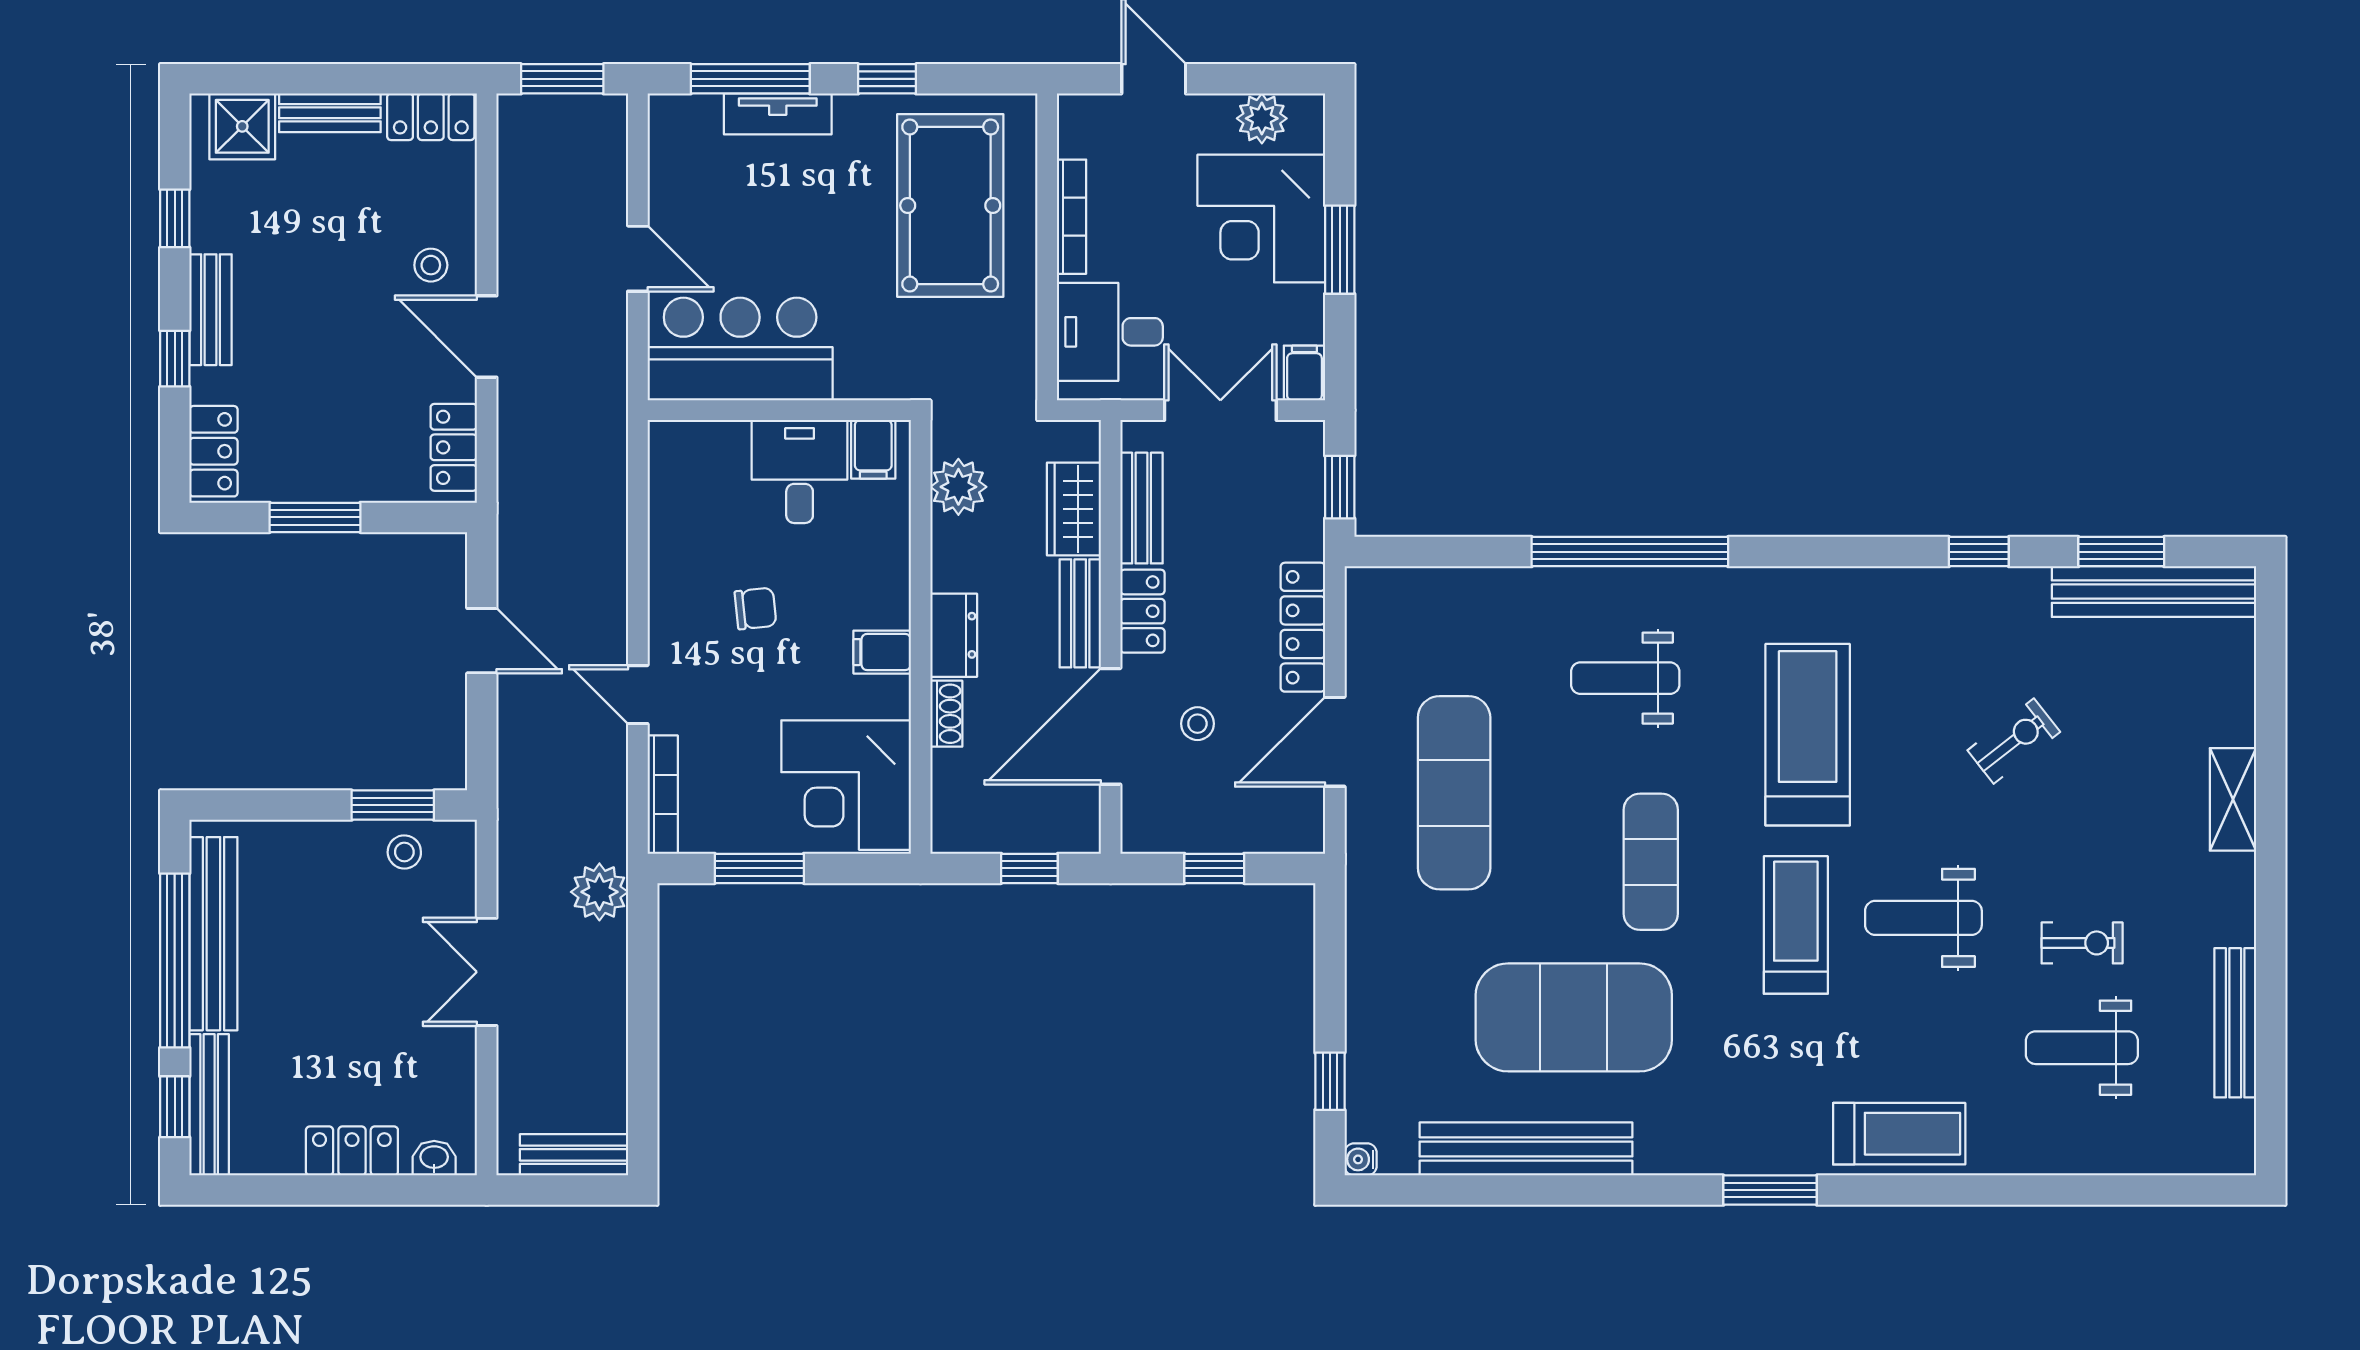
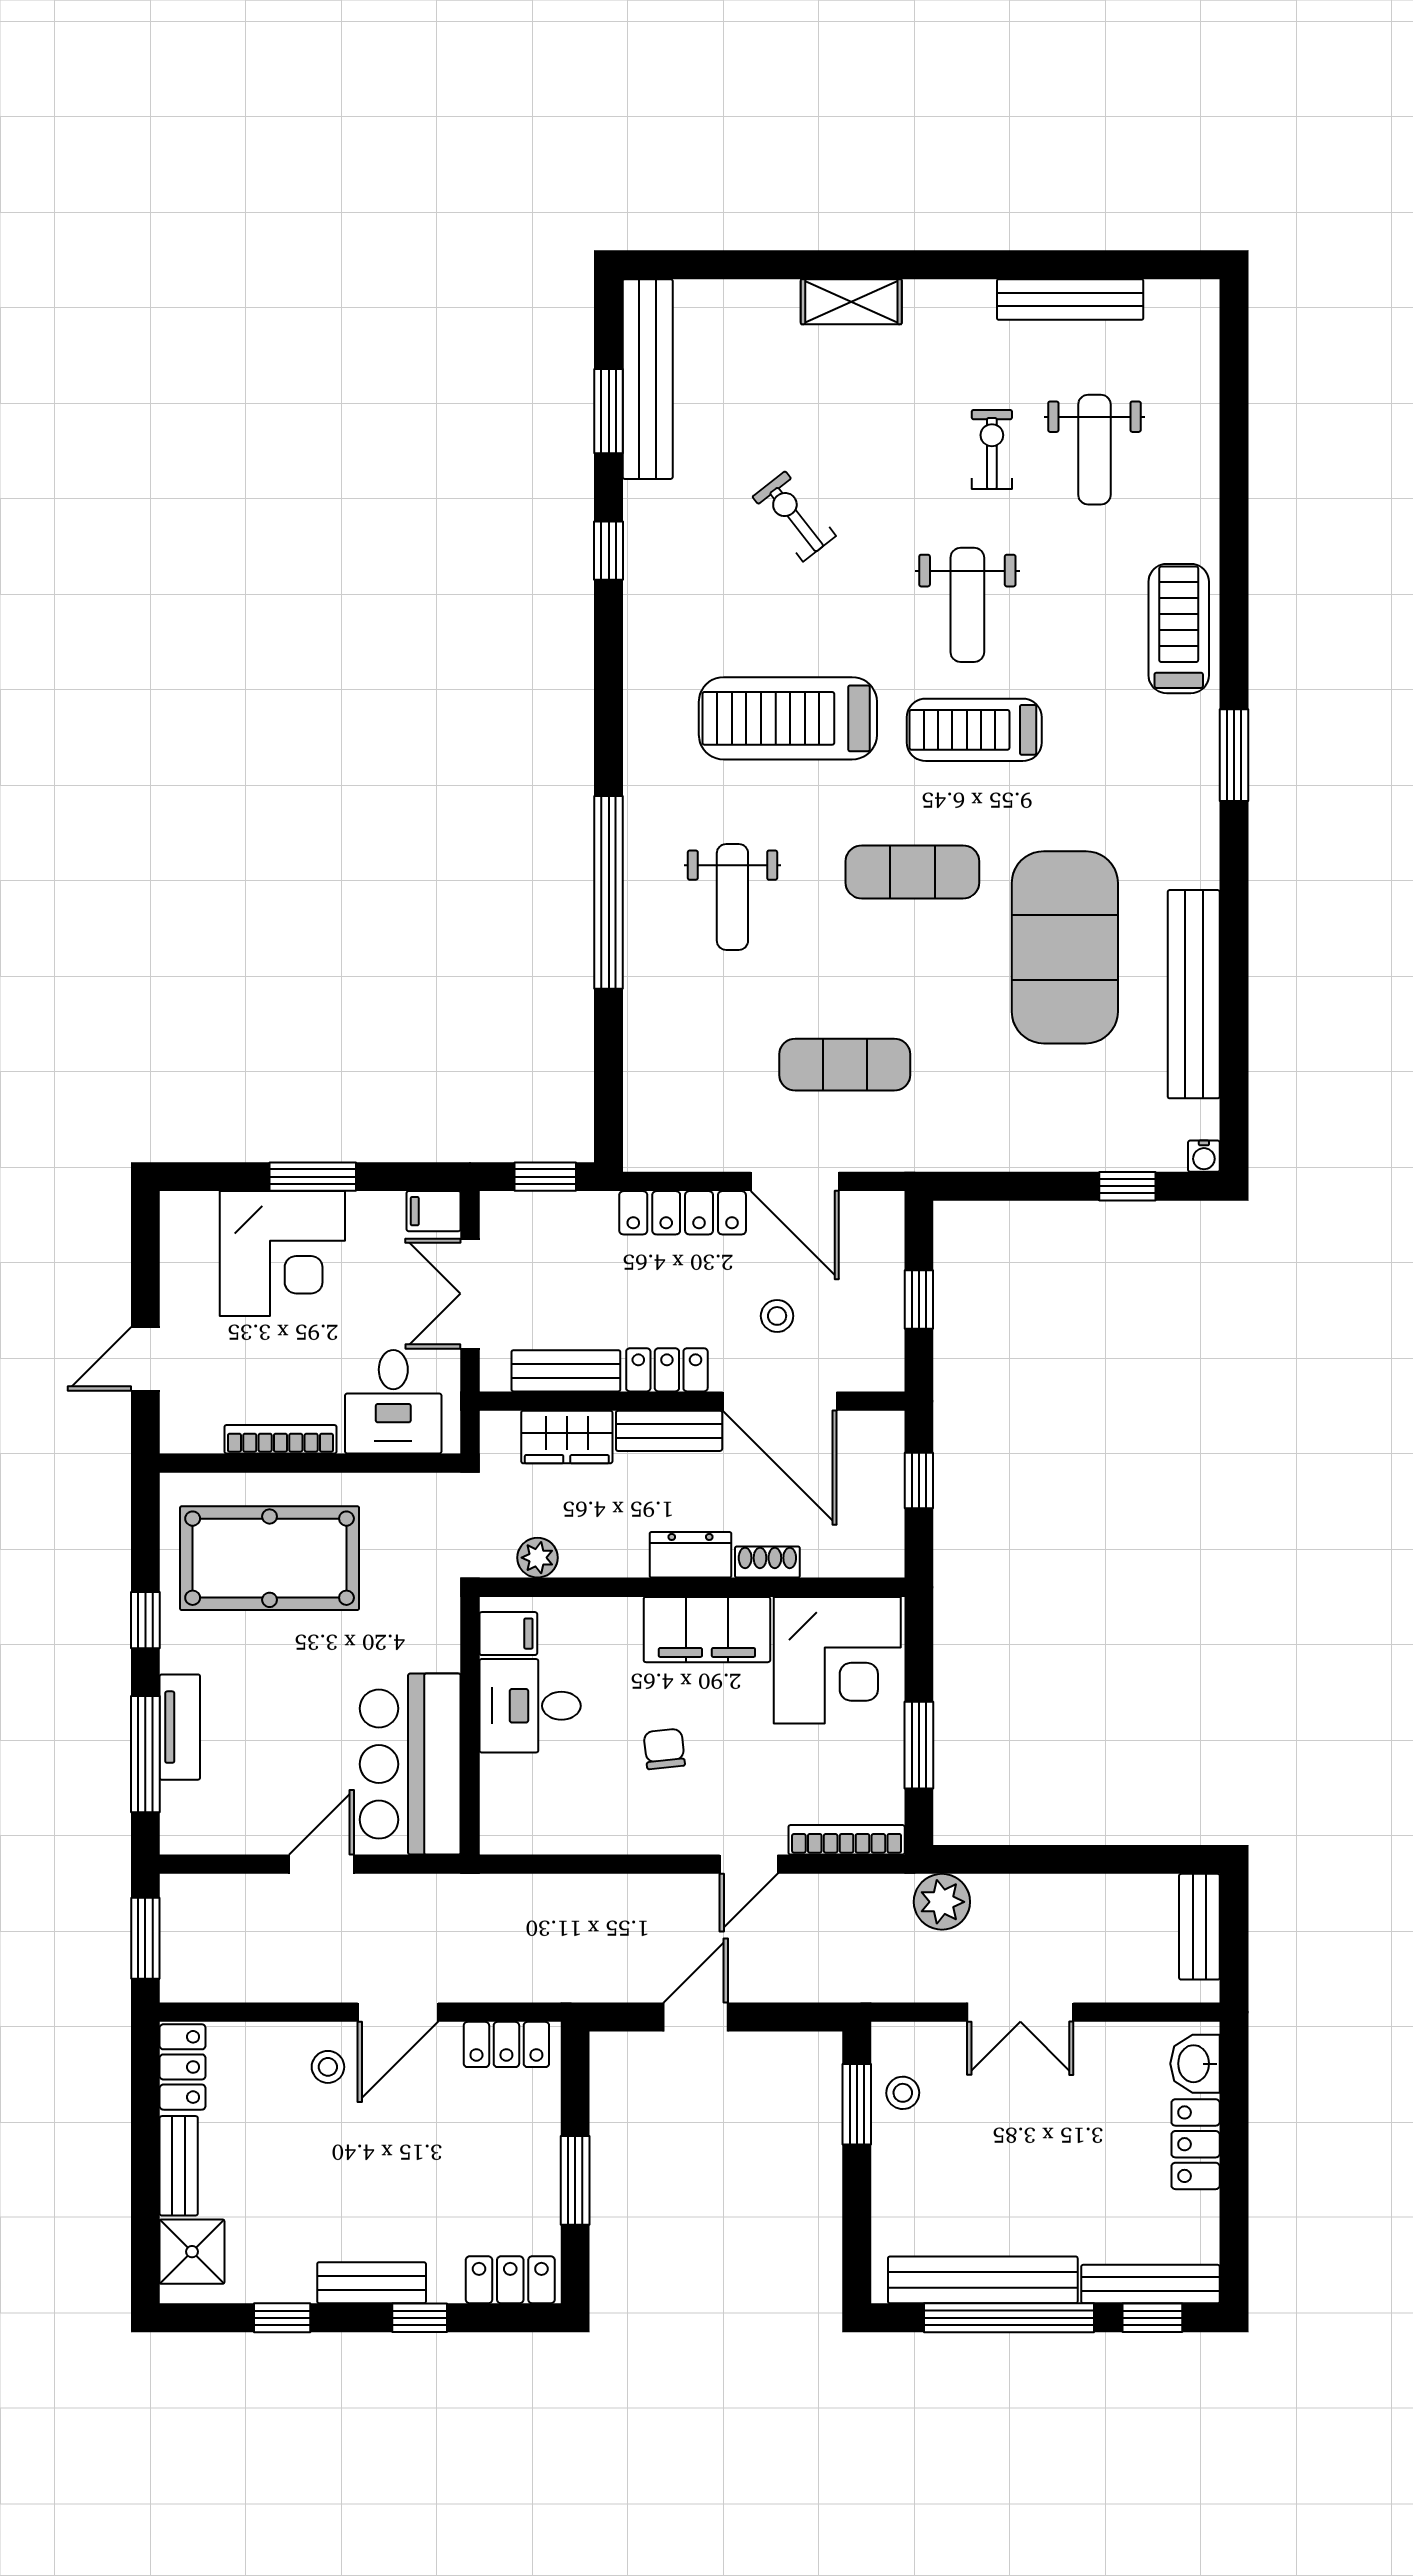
plant: (1262, 118) -> (184, 1253), removed
plant: (958, 487) -> (538, 1558), width x0.73, depth x0.73
filing cabinet: (882, 652) -> (707, 1630), width x3.00, depth x1.17
exercise mat: (1454, 793) -> (845, 1065), width x0.73, depth x0.69
washbasin: (434, 1158) -> (1195, 2064), width x1.38, depth x1.45

